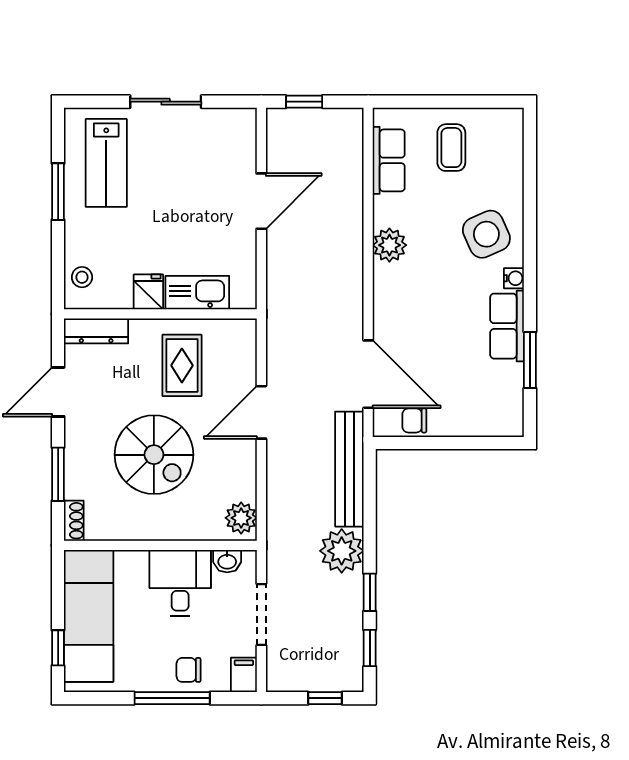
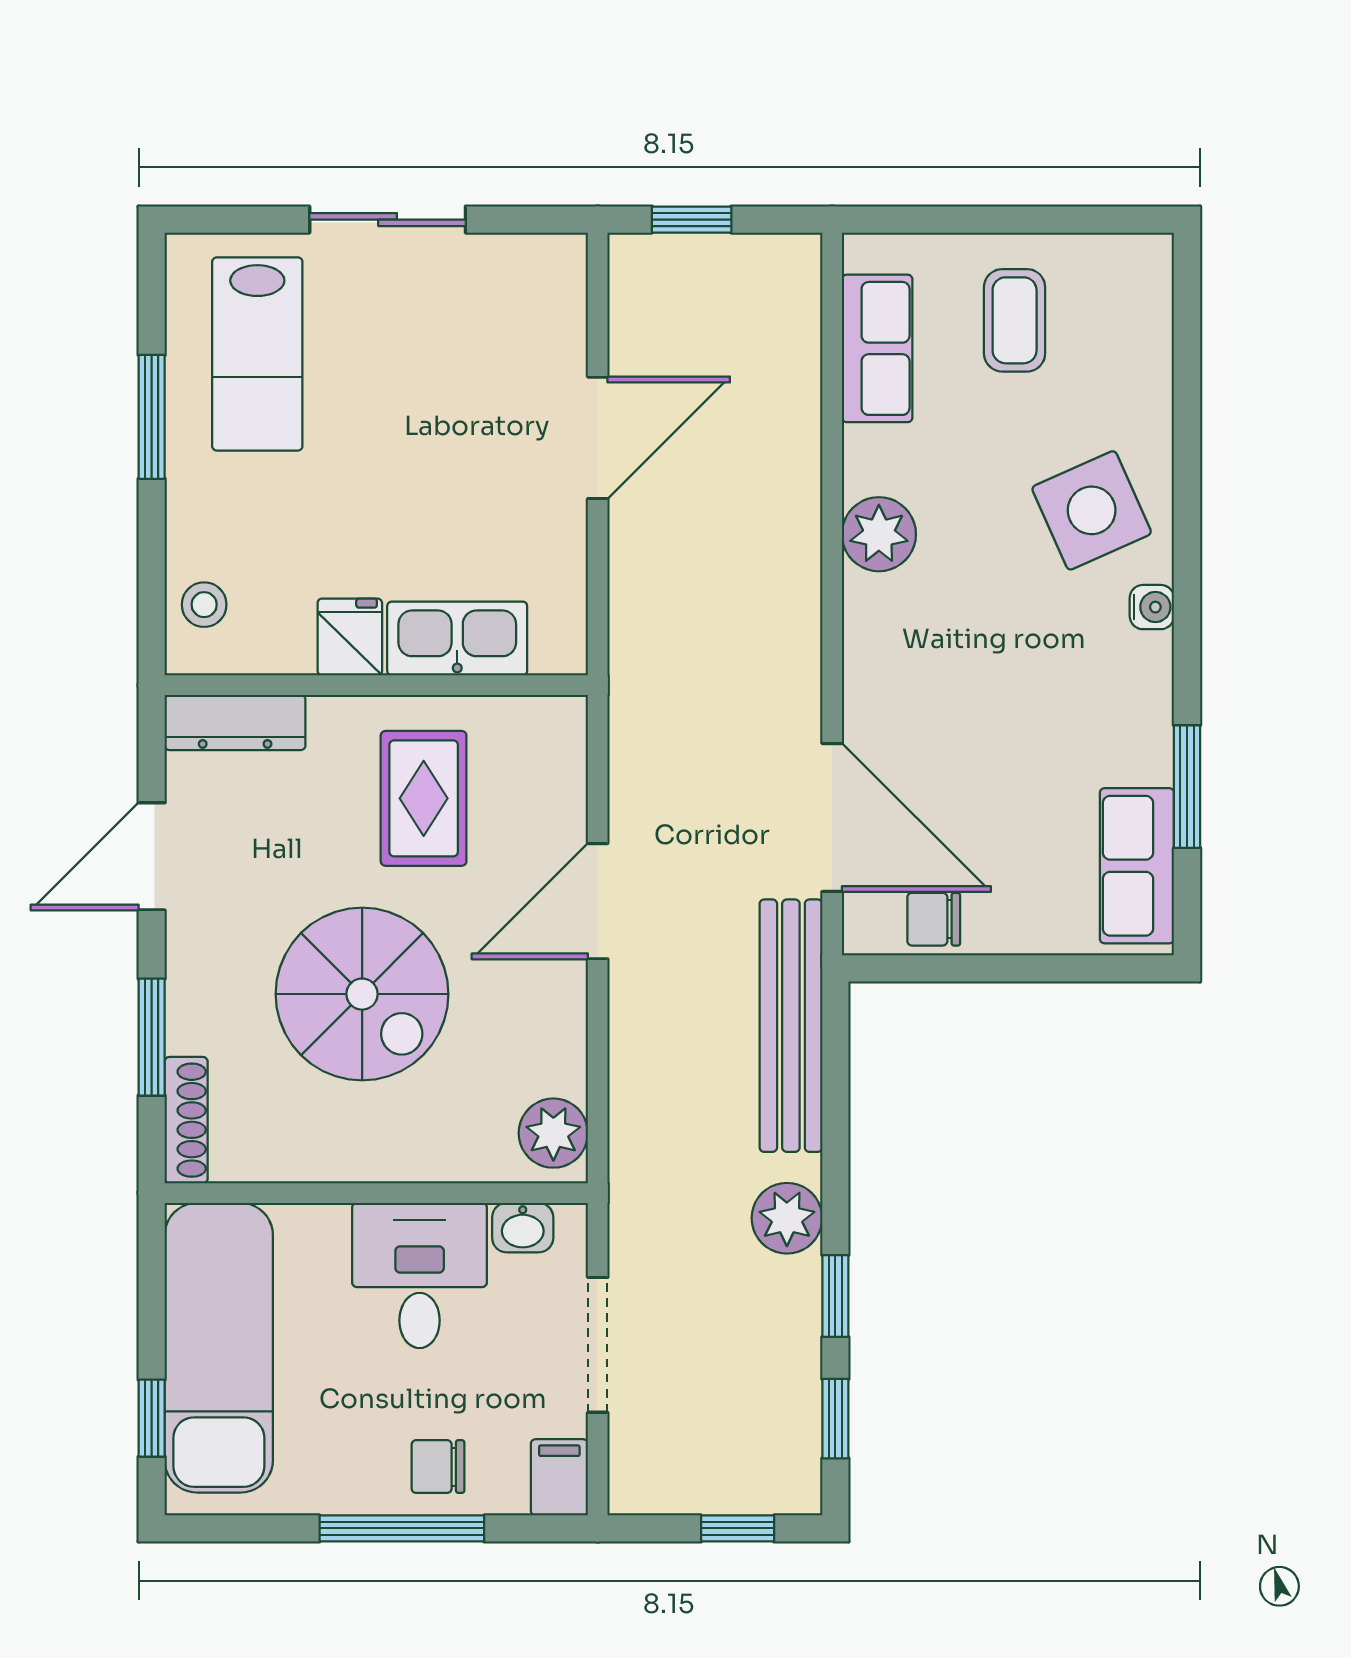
row of seats: (507, 326) -> (1137, 866), moved
shoe rack: (74, 521) -> (186, 1120), width x1.43
plant: (342, 551) -> (787, 1218), width x0.73, depth x0.73

